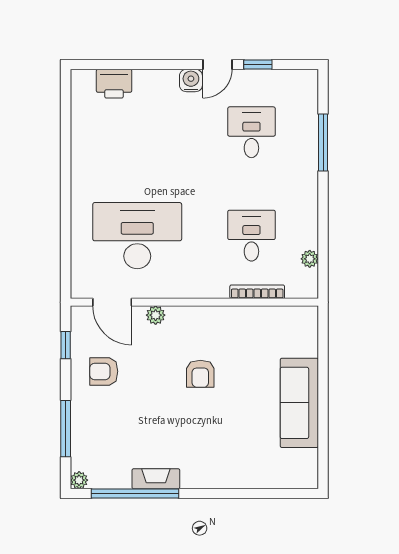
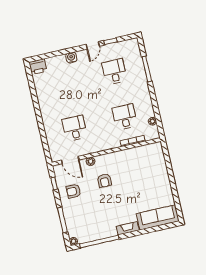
water cooler: (191, 80) -> (71, 58), moved
printer: (114, 84) -> (38, 67), moved
desk: (137, 236) -> (75, 128), width x0.53, depth x0.77
armchair: (200, 374) -> (104, 181), moved
sofa: (299, 403) -> (158, 217), moved, turned 90
fireplace: (156, 479) -> (128, 228), moved

